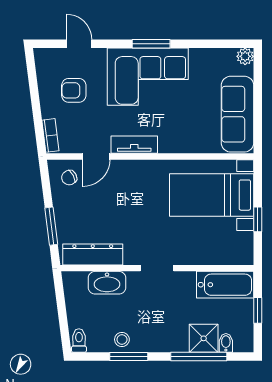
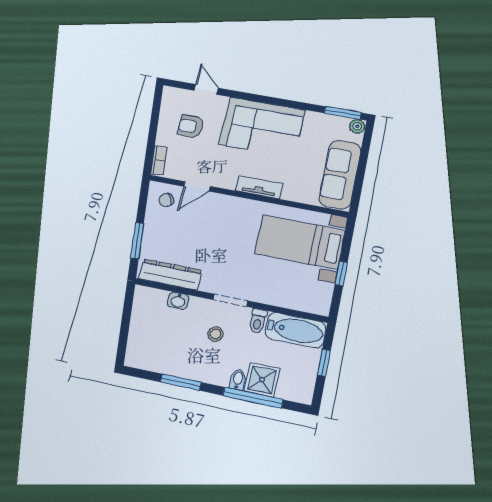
window: (151, 44) -> (343, 113), moved
tv unit: (134, 145) -> (259, 187), moved
washbasin: (107, 283) -> (178, 301), width x0.52, depth x0.69
stool: (122, 339) -> (215, 334), moved
toilet: (79, 341) -> (258, 321), moved, turned 180
bidet: (226, 343) -> (238, 380), moved

